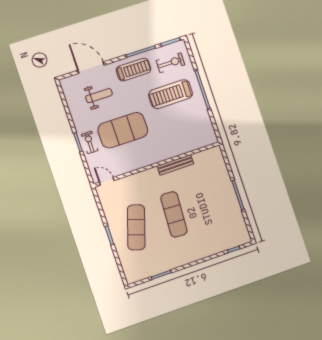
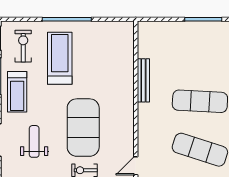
treadmill: (133, 70) -> (17, 92), turned 180
treadmill: (171, 94) -> (60, 58), turned 180

